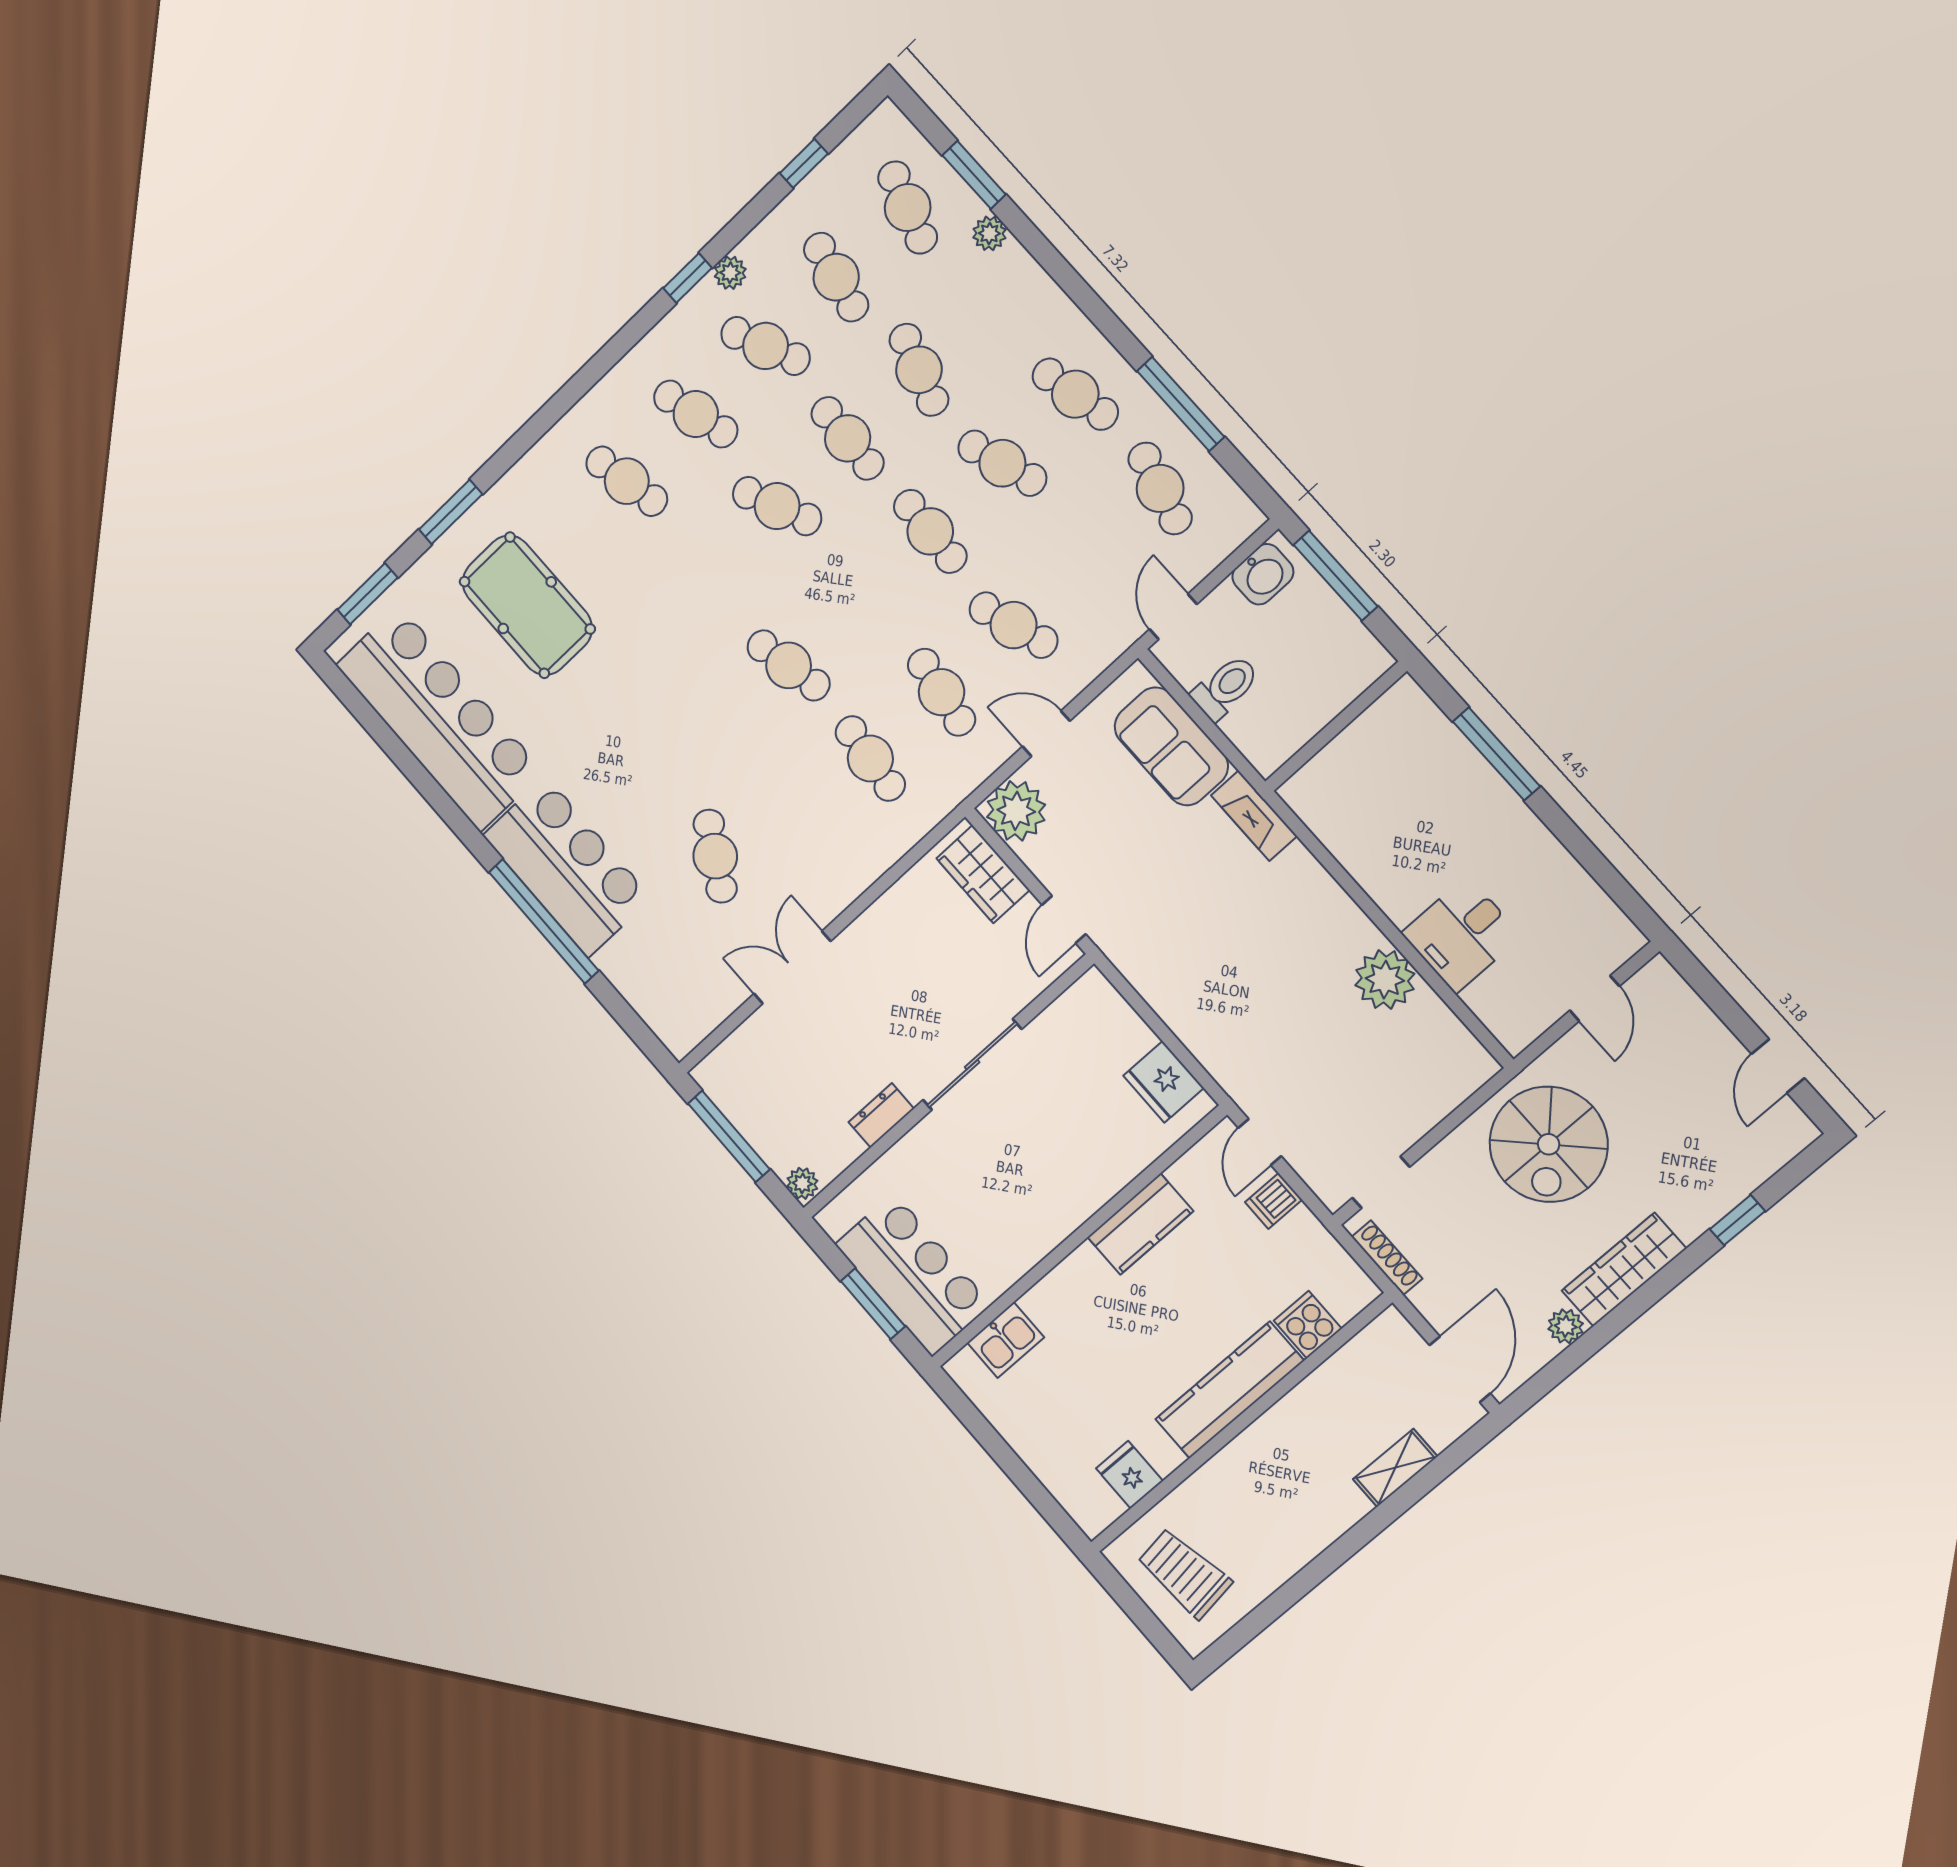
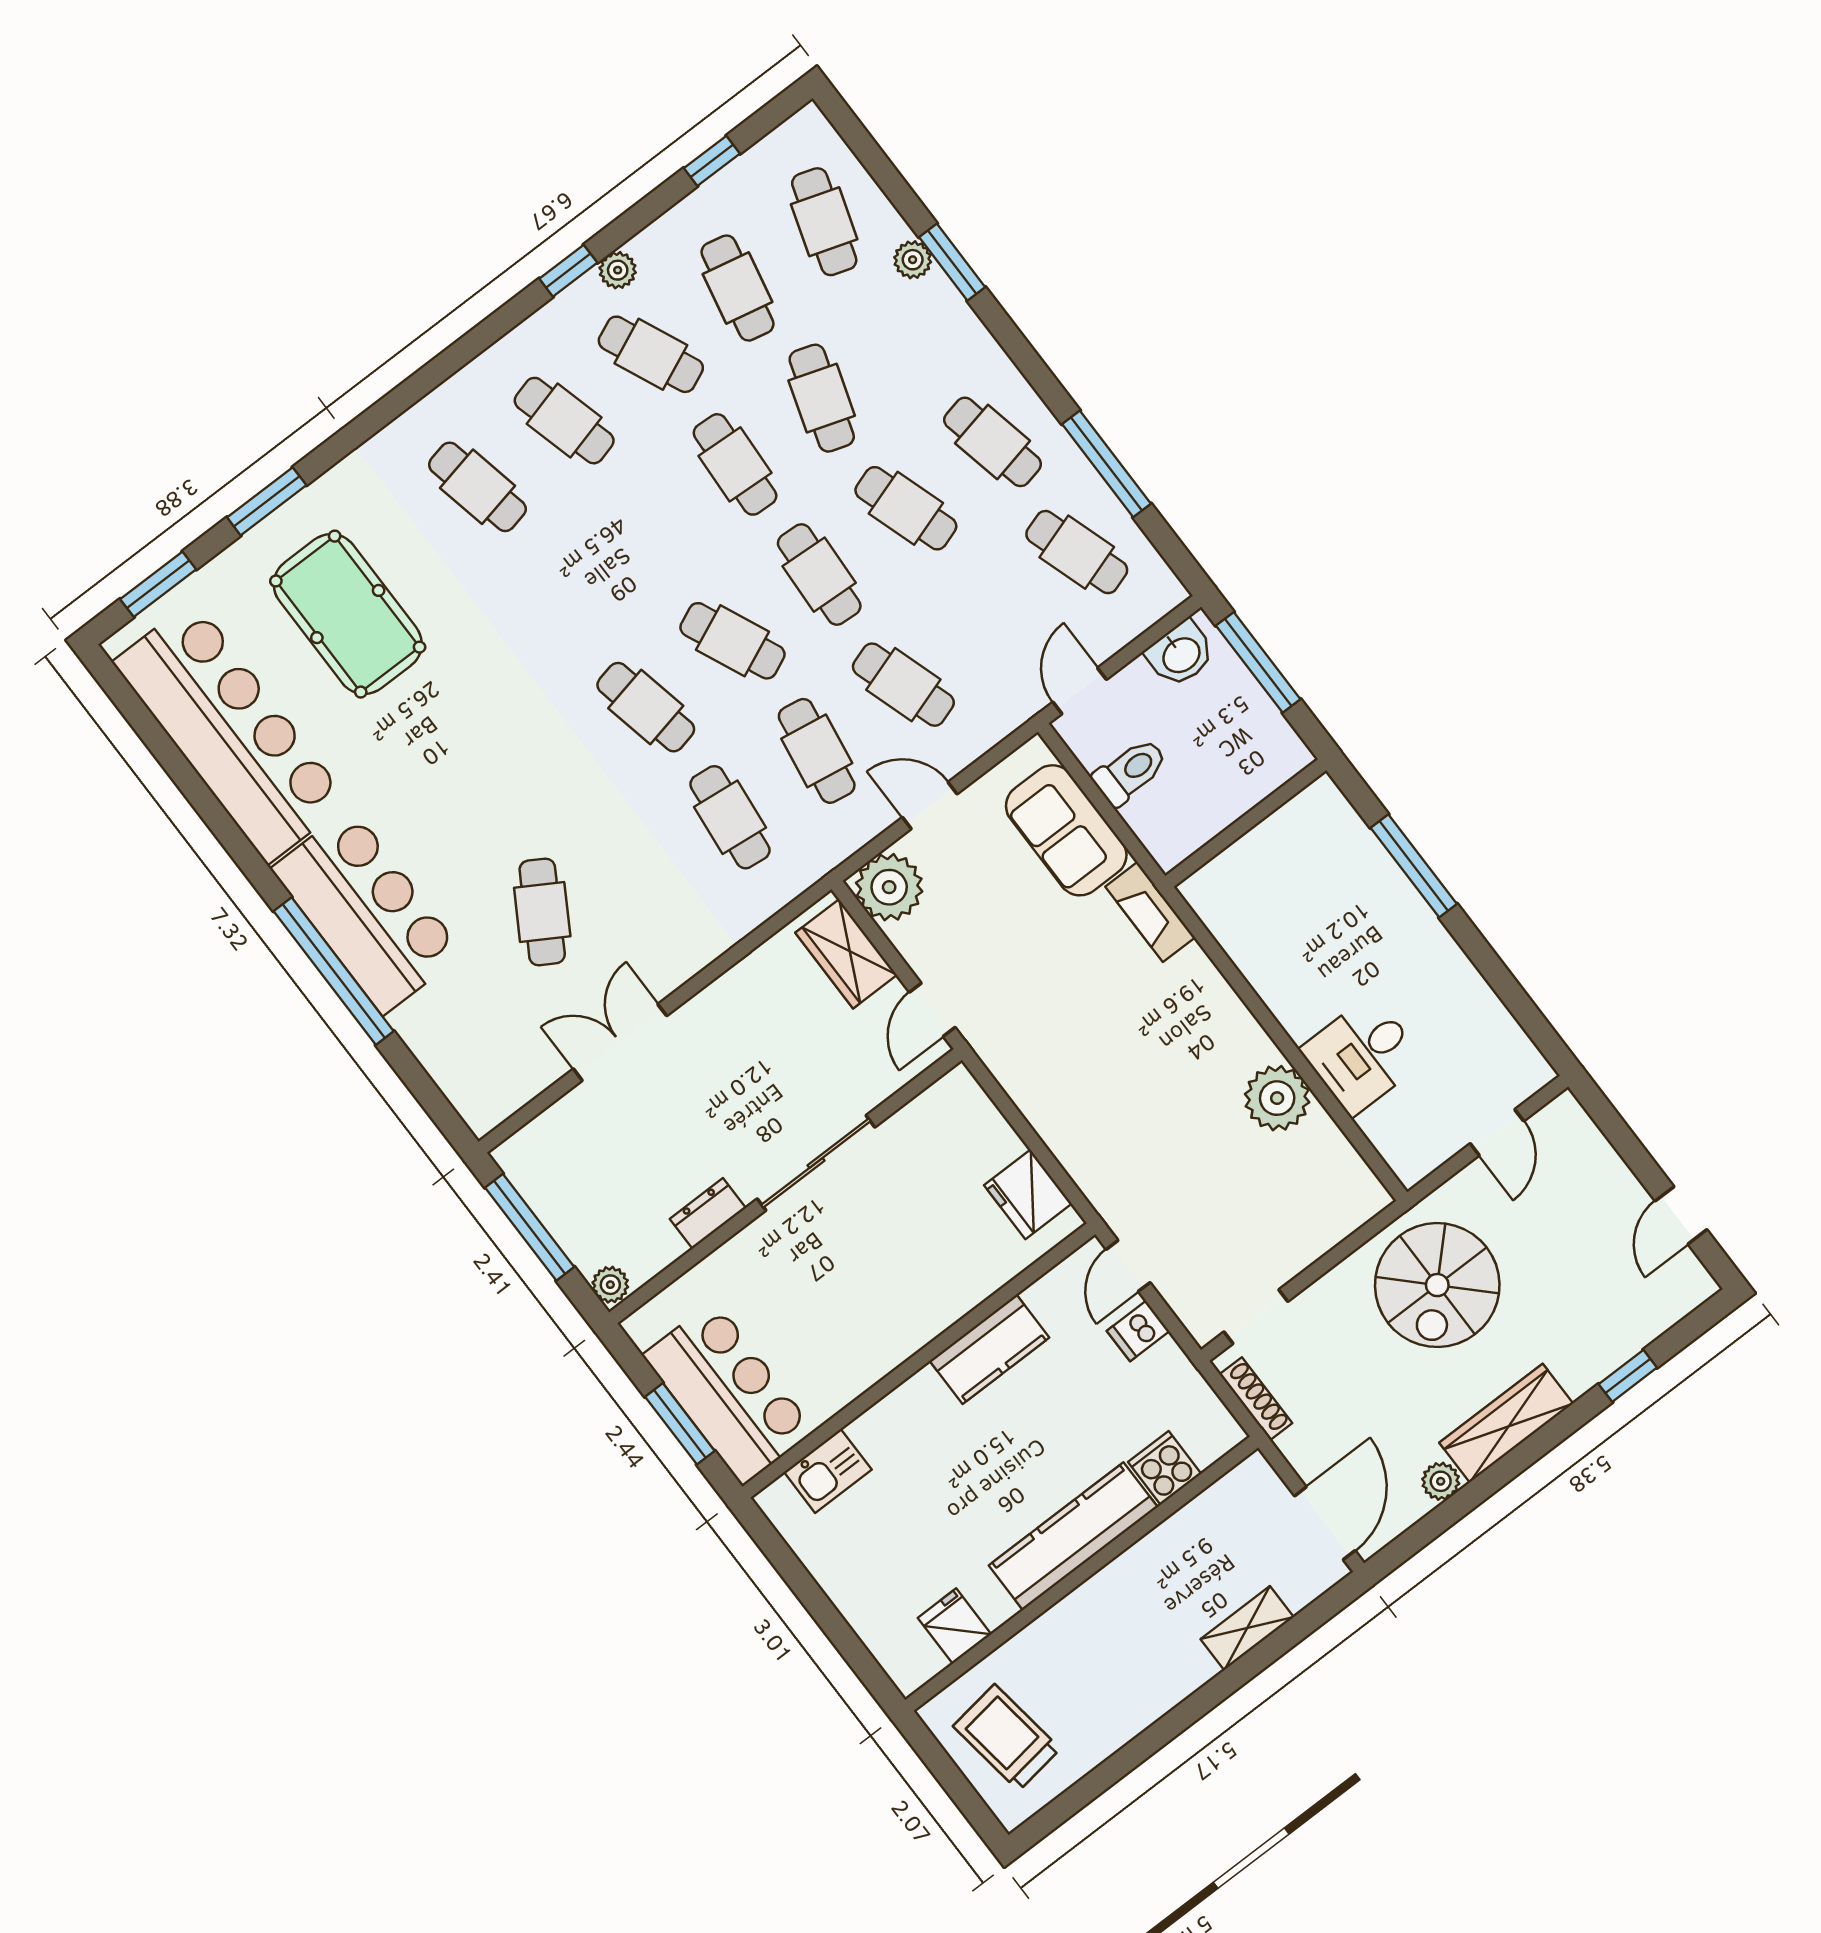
window: (974, 175) -> (952, 262), moved
cafe table: (1160, 488) -> (1077, 552), turned -33
cafe table: (777, 506) -> (732, 641), moved

